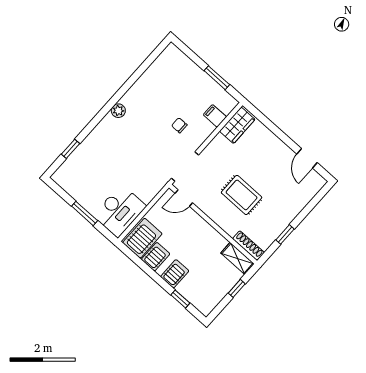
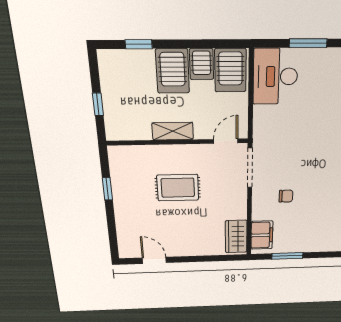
filing cabinet: (215, 116) -> (262, 235), width x2.00
shoe rack: (248, 246) -> (128, 152), removed
shelving: (238, 258) -> (173, 131), moved
server rack: (175, 274) -> (173, 71), width x1.36, depth x1.44

